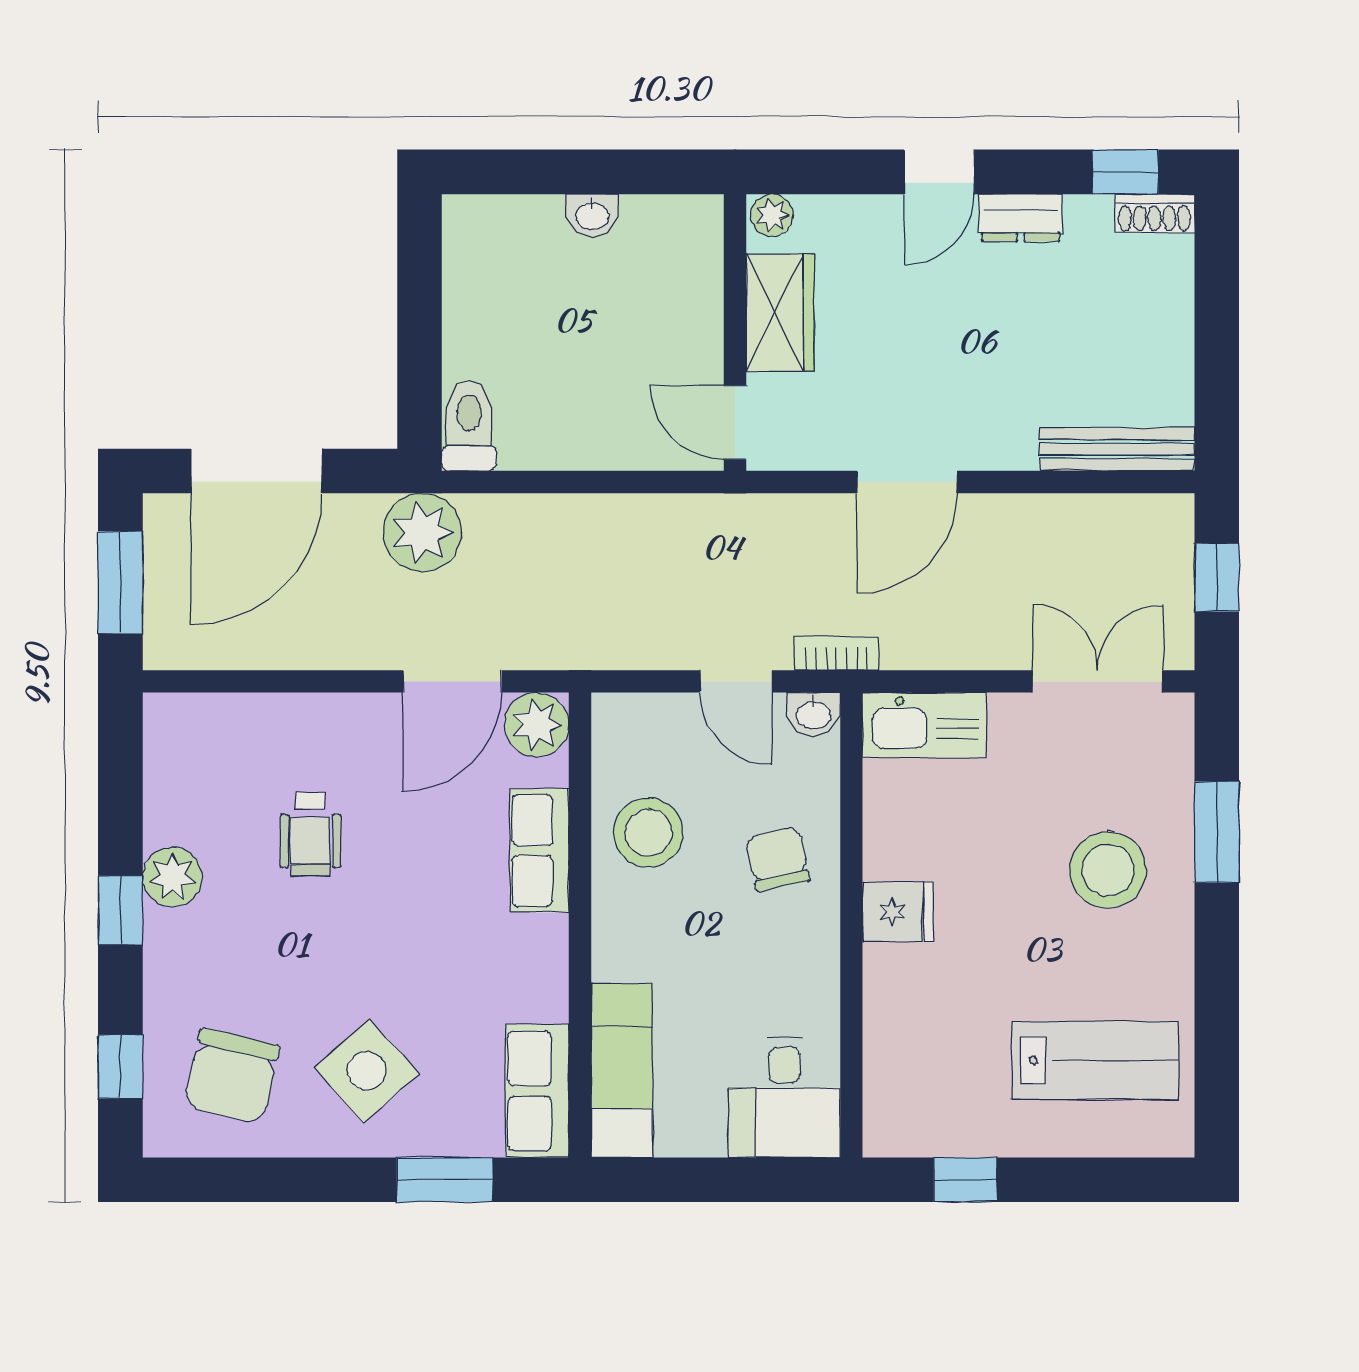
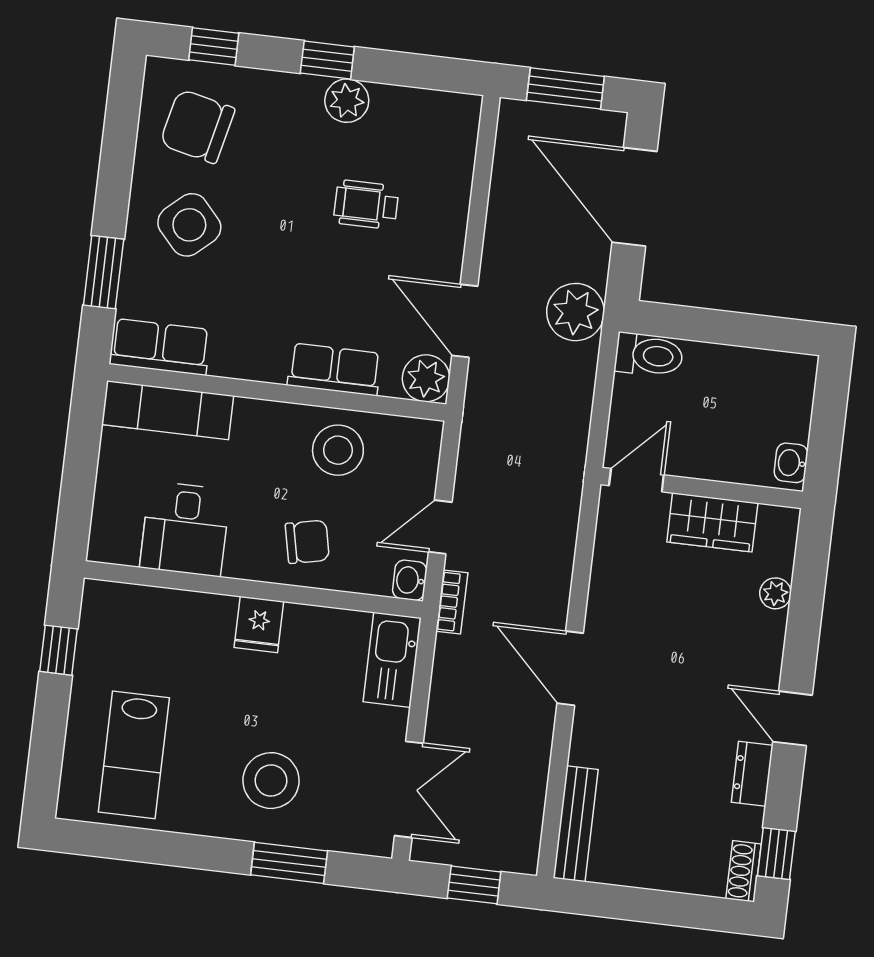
wardrobe: (780, 312) -> (712, 522), moved
wall: (735, 332) -> (702, 488), moved
door: (735, 422) -> (636, 480), moved
desk: (785, 1098) -> (185, 529), moved, turned -90

